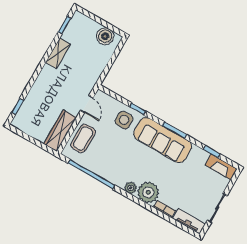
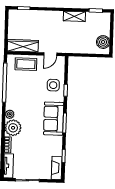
sofa: (163, 140) -> (54, 119), width x0.73

